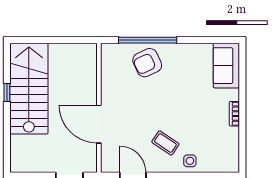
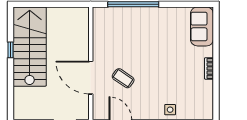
armchair: (147, 63) -> (133, 24), removed
coffee table: (165, 143) -> (123, 78), moved

